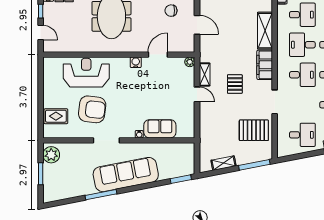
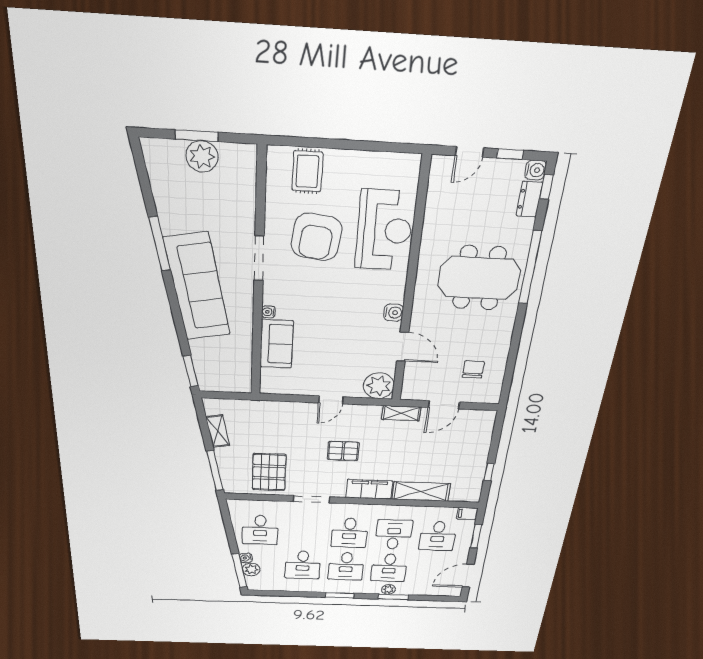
plant: (190, 62) -> (379, 386), width x1.87, depth x1.87
shelving: (205, 74) -> (401, 413), moved
plant: (51, 155) -> (202, 156), moved

